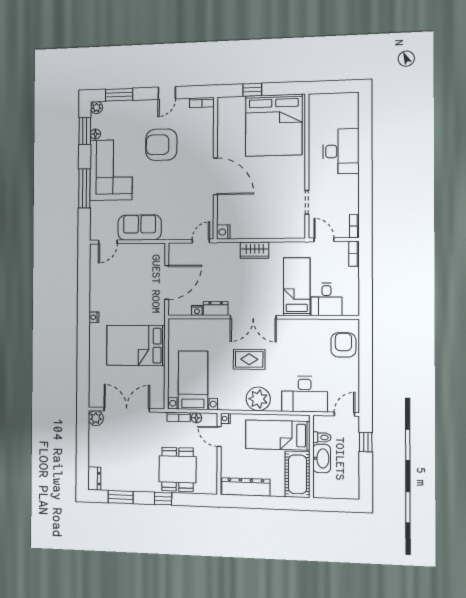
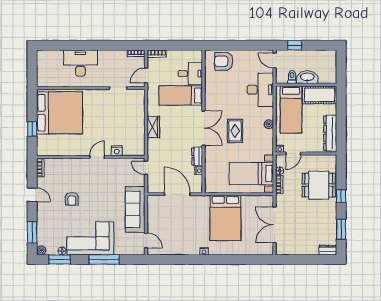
armchair: (161, 145) -> (72, 199), width x0.53, depth x0.53
door: (215, 176) -> (97, 157), width x0.53
sofa: (140, 227) -> (135, 209), width x1.36
nightstand: (223, 232) -> (117, 151), moved
plant: (258, 399) -> (269, 124), width x0.53, depth x0.53
plant: (96, 418) -> (282, 249), removed

